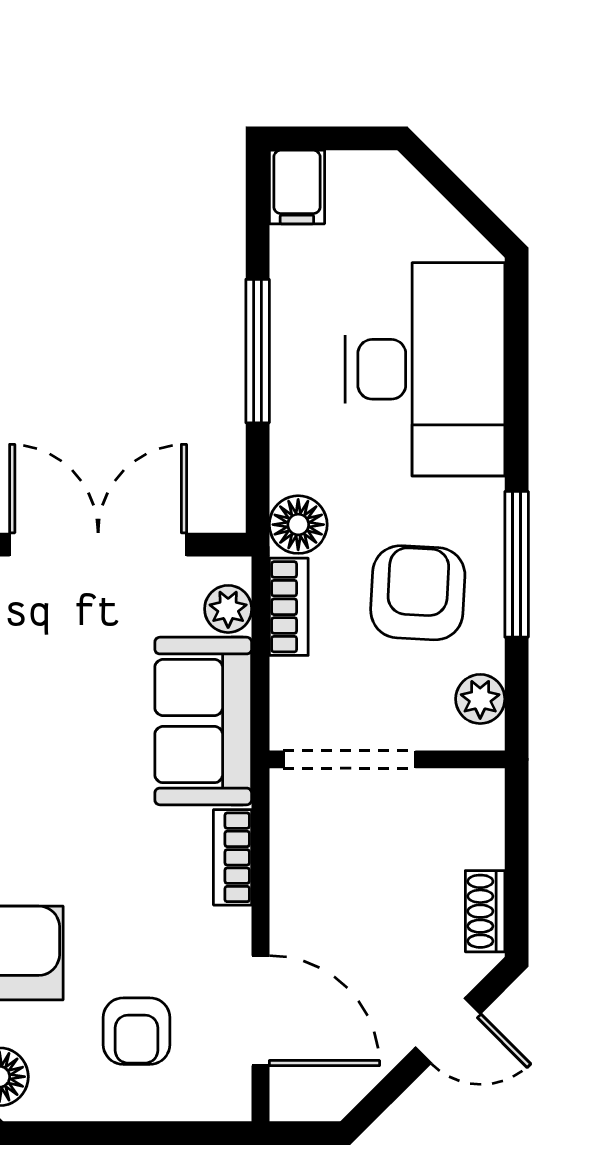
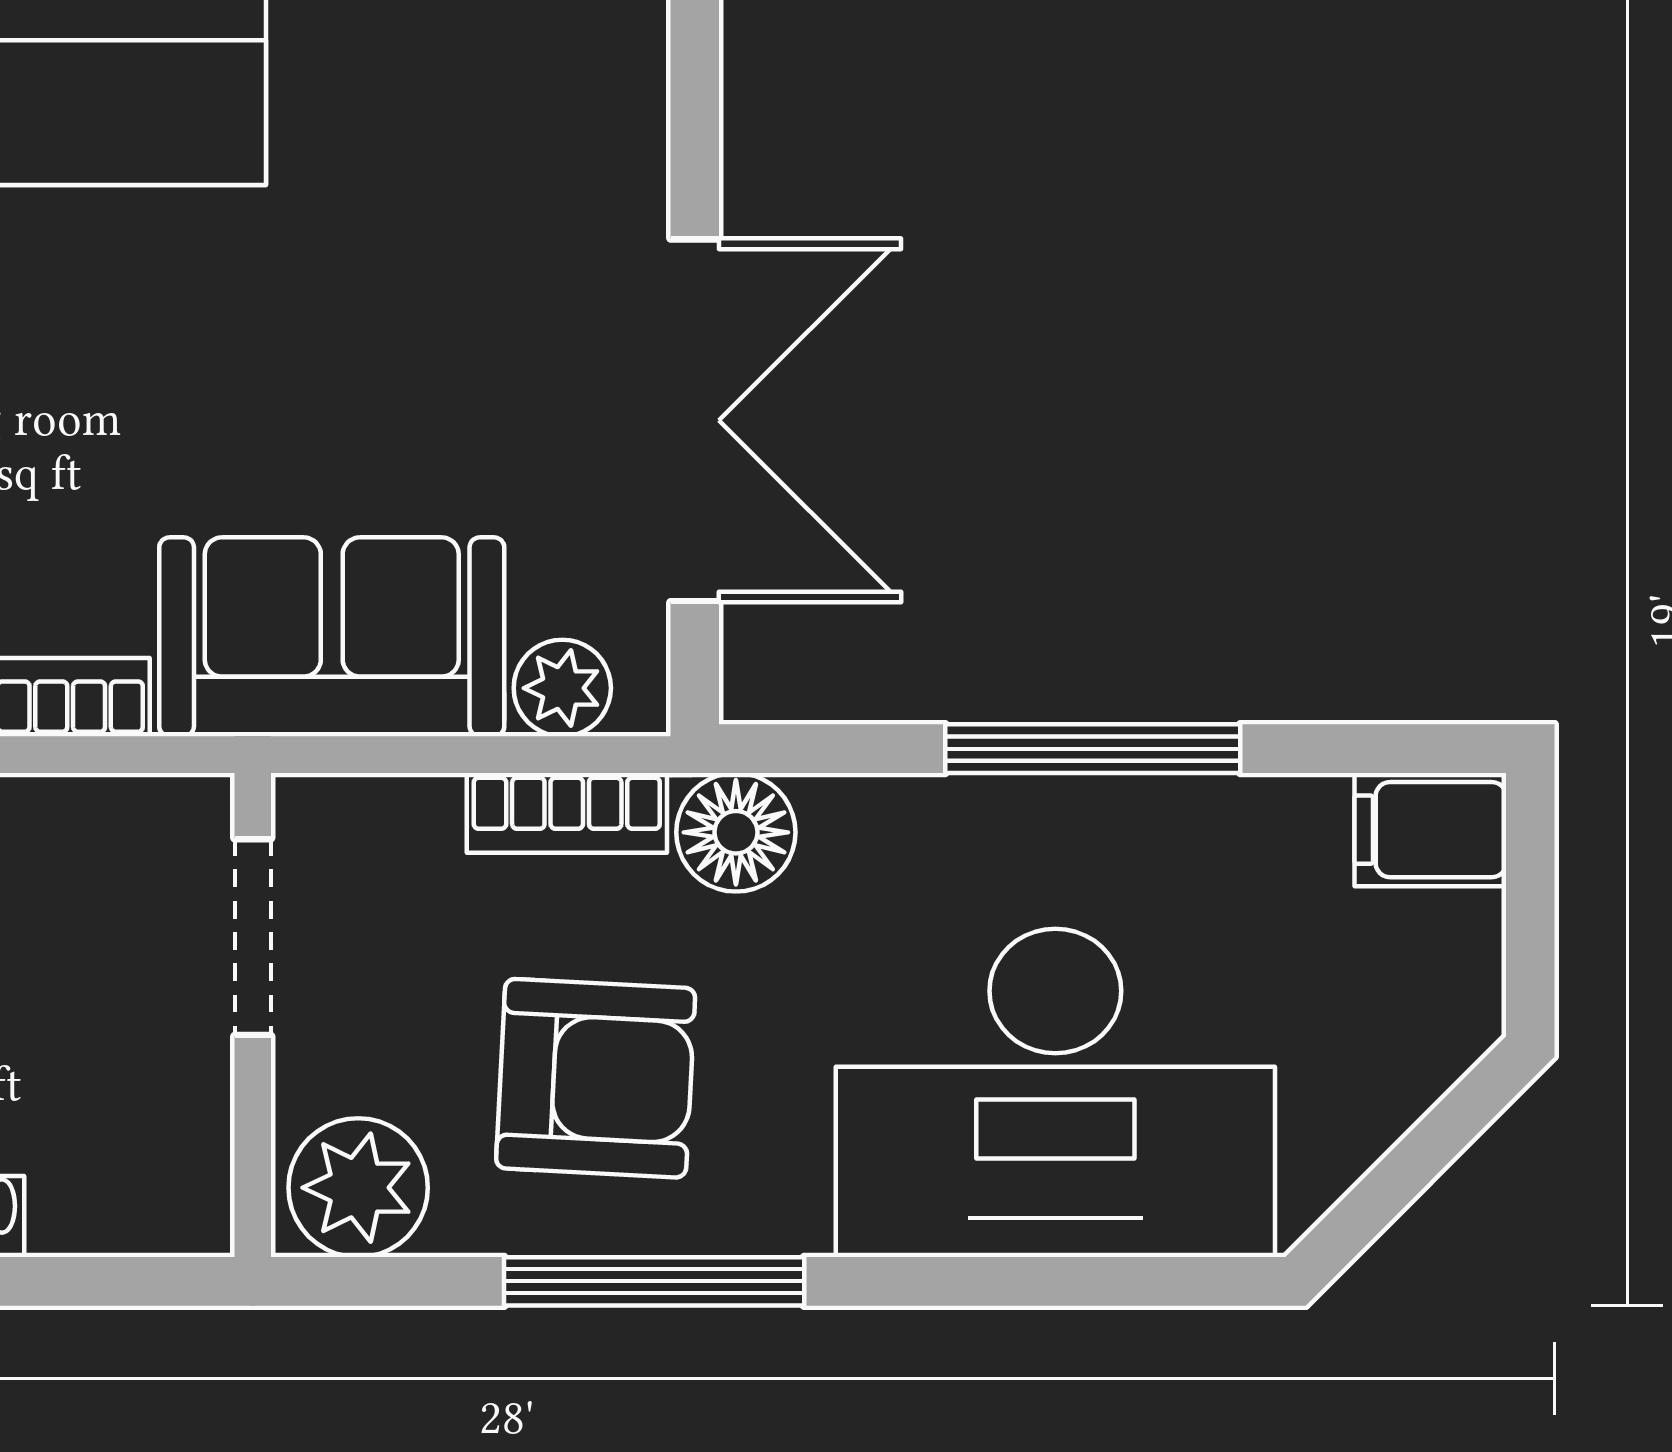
plant: (480, 699) -> (358, 1188), width x1.38, depth x1.38
doorway: (349, 759) -> (253, 937), width x0.73

